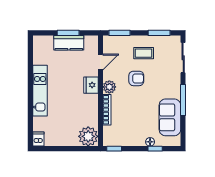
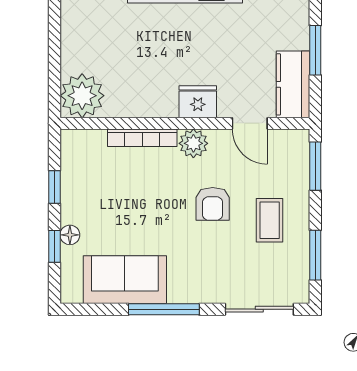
kitchen counter: (69, 43) -> (293, 84), moved
window: (114, 149) -> (54, 187), moved

